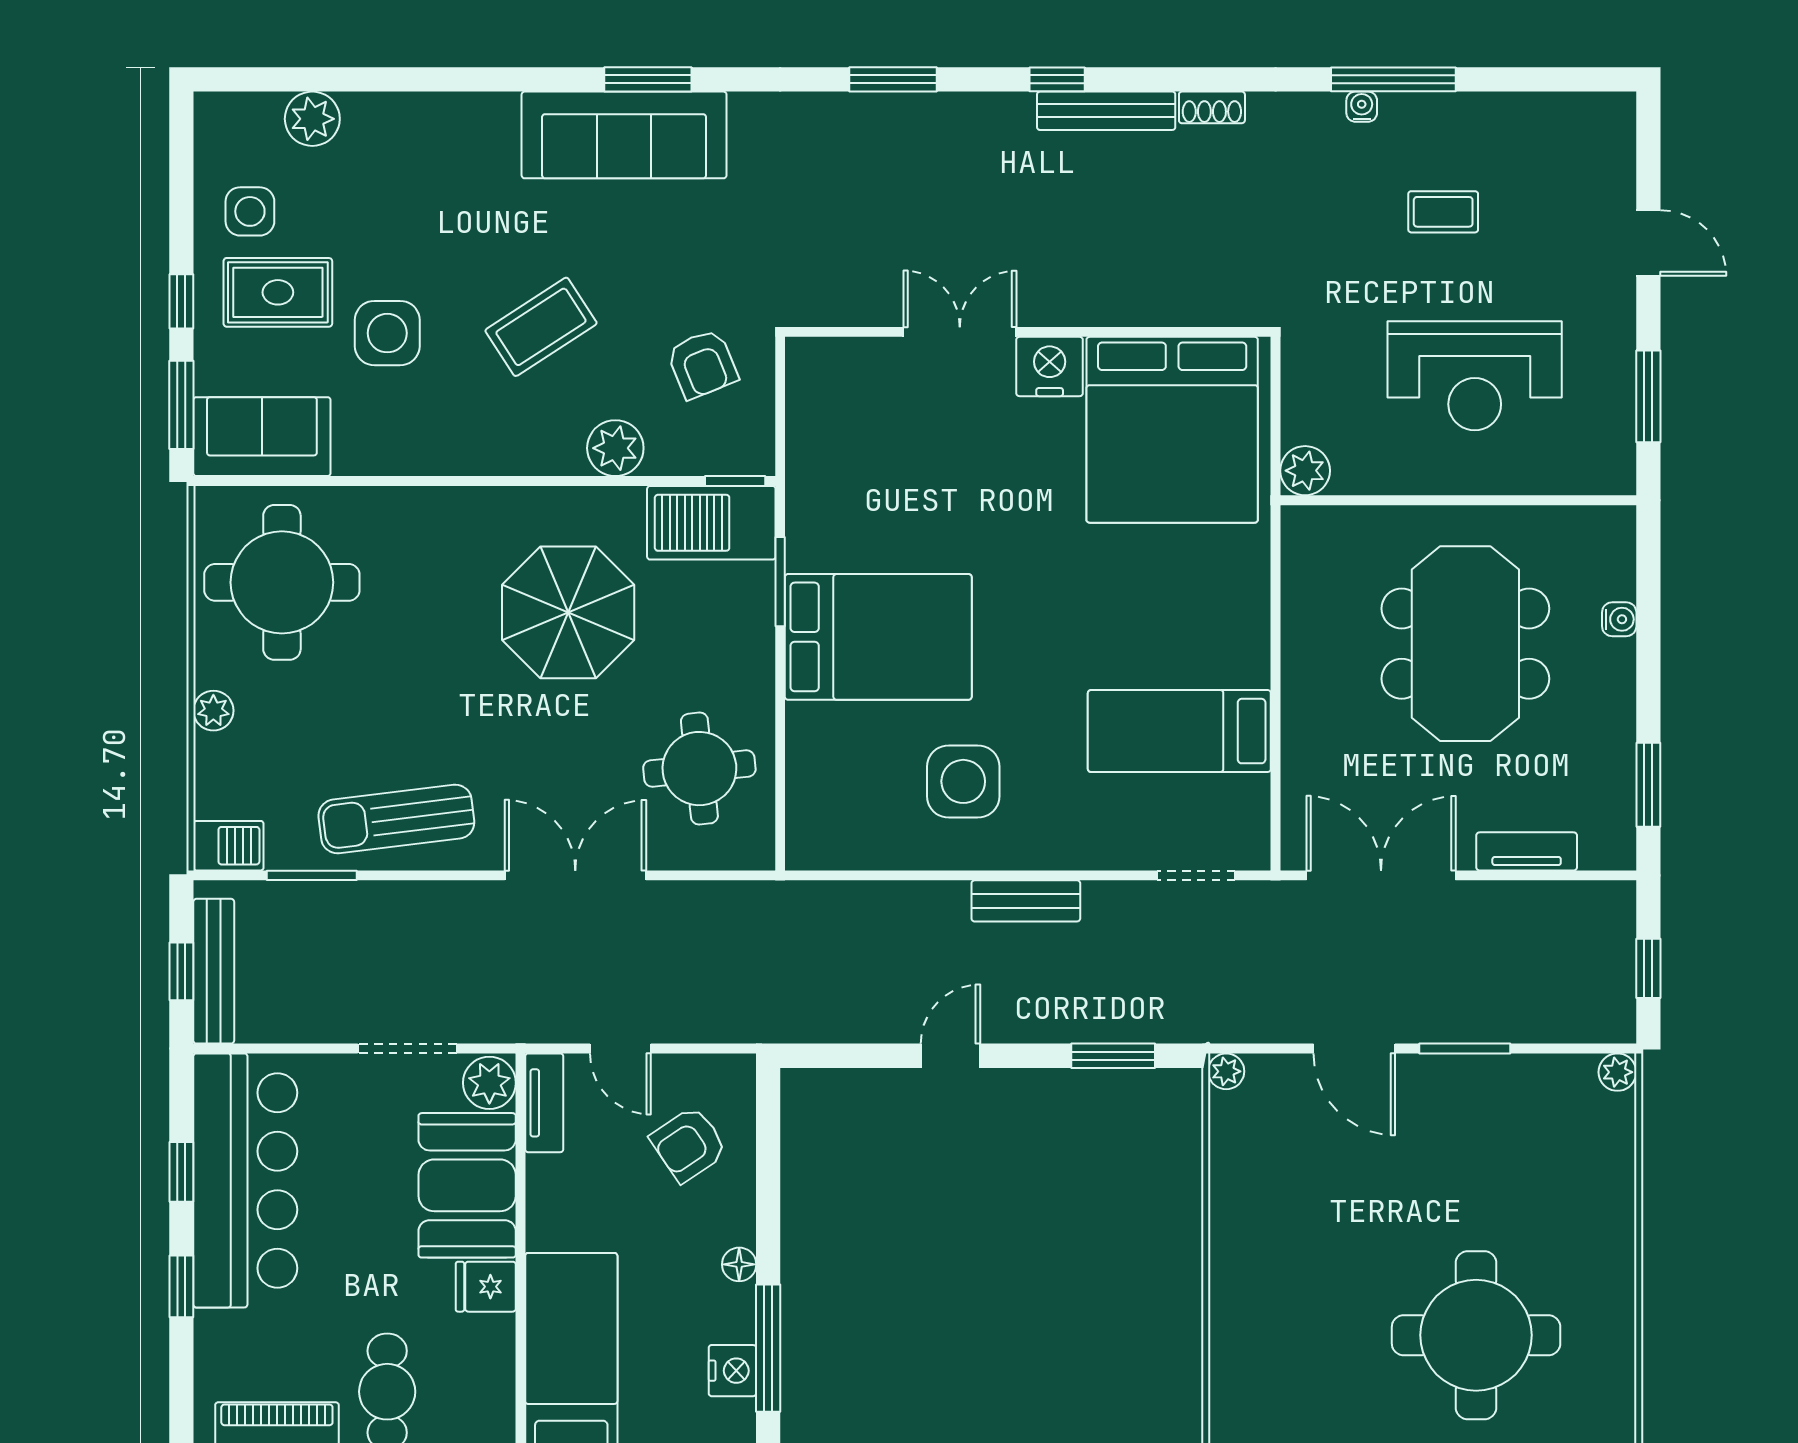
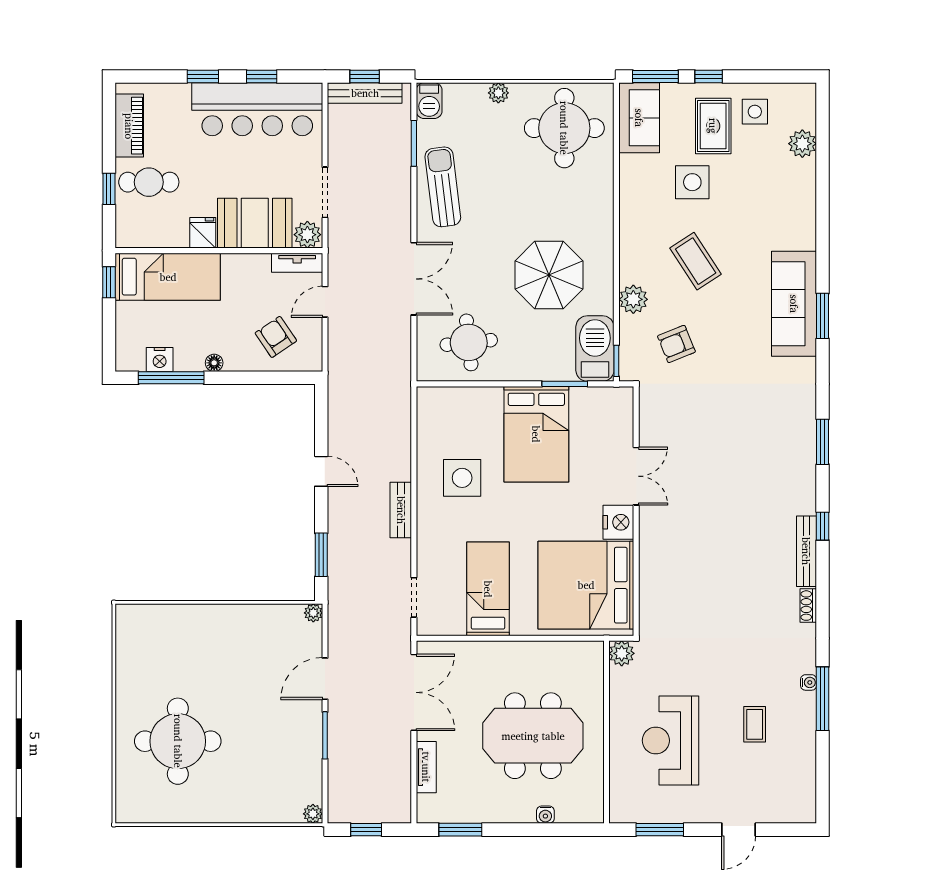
double door: (960, 332) -> (636, 476), moved
wall: (1028, 332) -> (636, 511), moved
nightstand: (1050, 366) -> (618, 522), moved
bed: (1172, 430) -> (586, 585), moved

